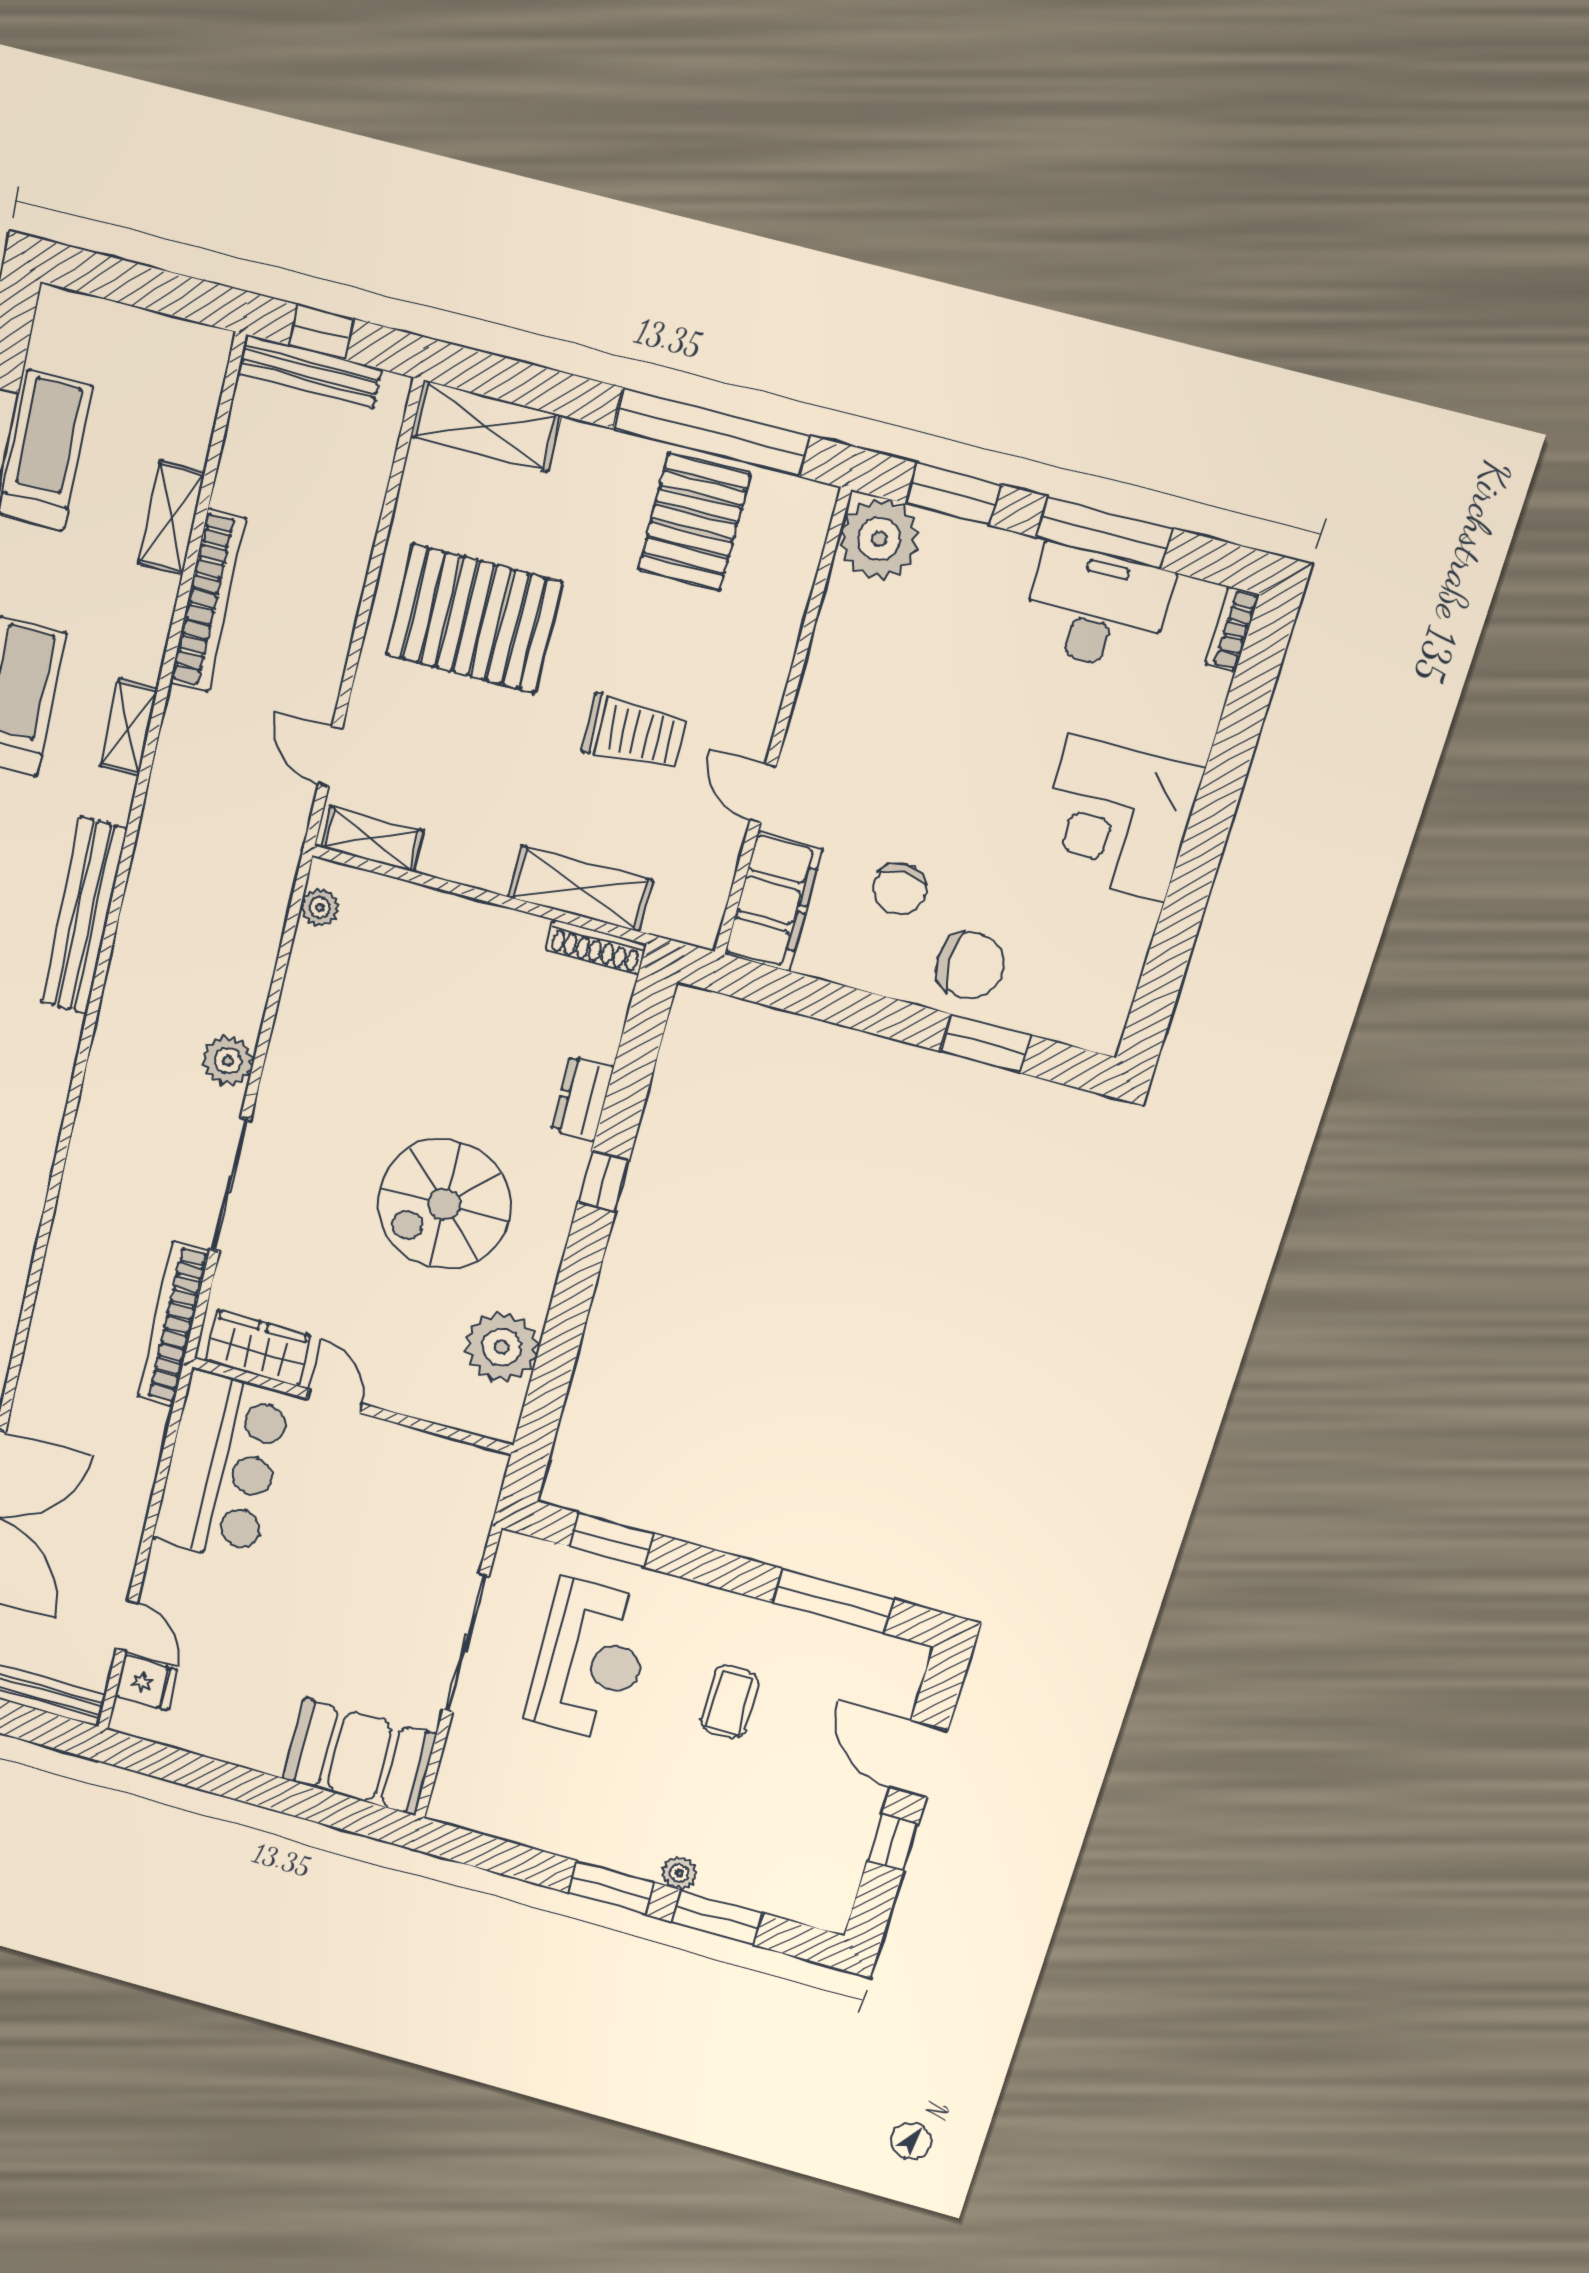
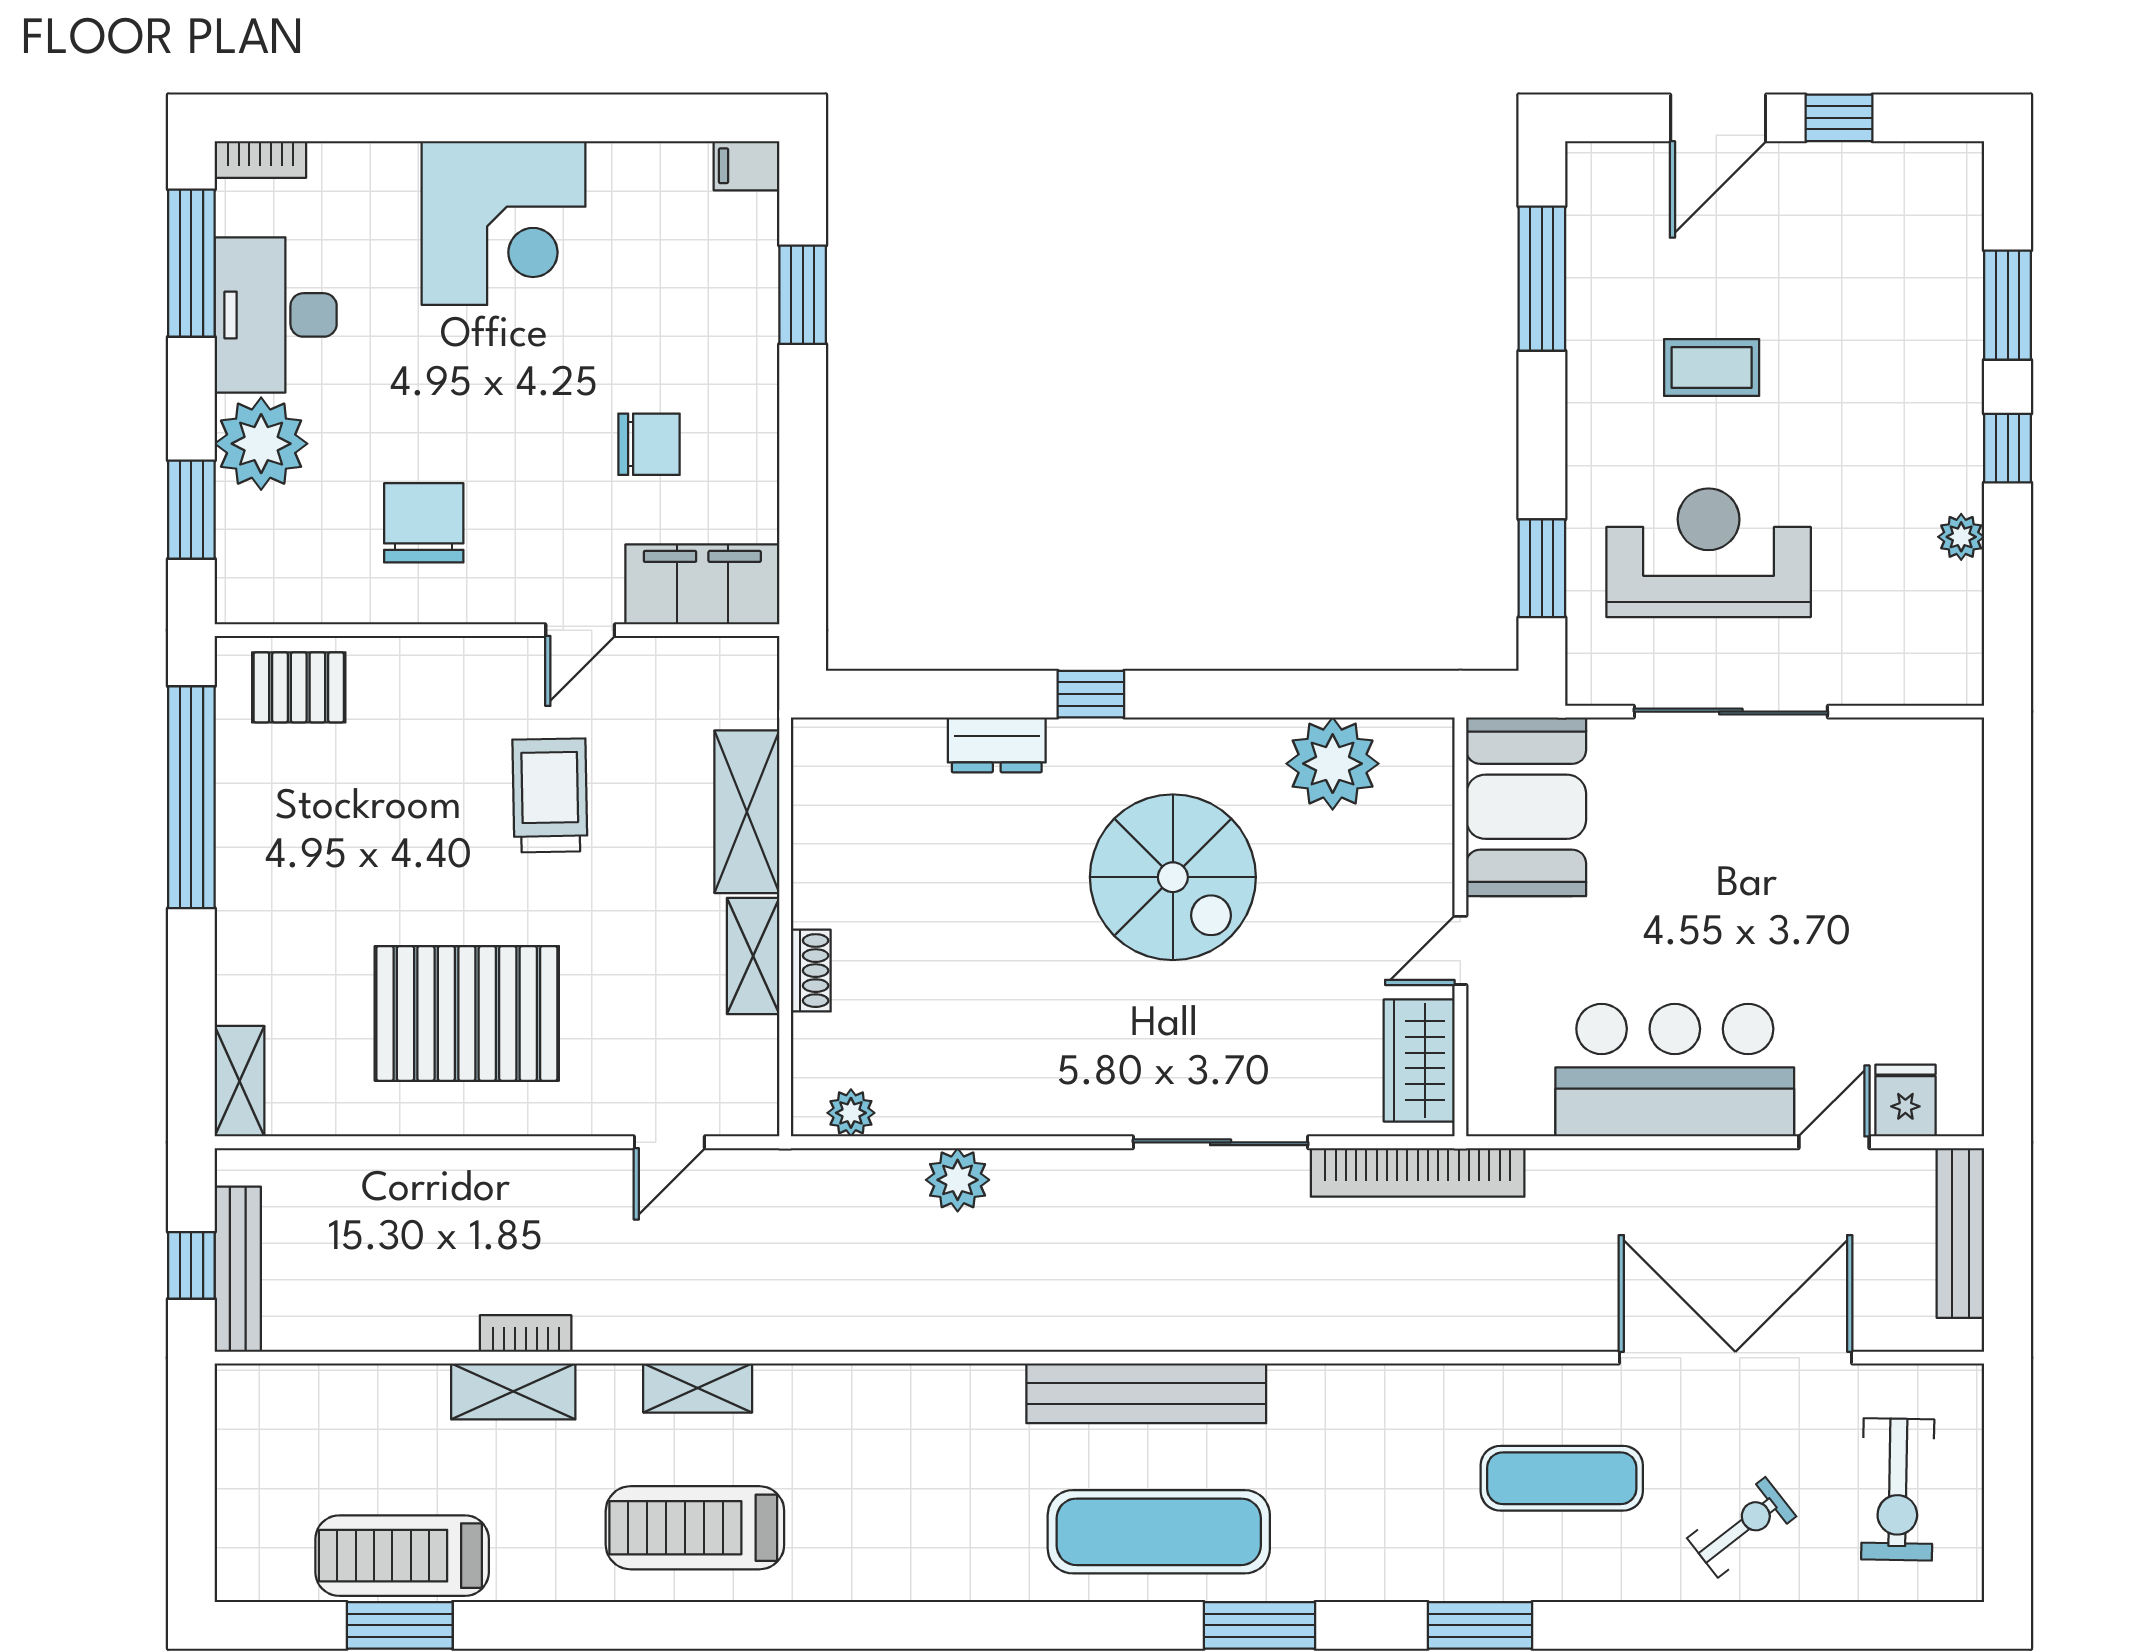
shelving: (486, 426) -> (240, 1081), width x0.67, depth x0.75
shelving: (172, 518) -> (513, 1391), moved
pallet: (694, 522) -> (299, 687), moved, width x0.67, depth x0.71
window: (1104, 533) -> (191, 263), moved
plant: (879, 539) -> (261, 444), moved
bookcase: (208, 601) -> (526, 1334), width x0.43, depth x0.76
pallet: (474, 618) -> (467, 1013), turned 90
shelving: (372, 839) -> (753, 956), moved
bench: (84, 916) -> (1146, 1393), moved
shoe rack: (596, 947) -> (811, 971), moved, width x0.70
chair: (970, 965) -> (424, 523), moved
filing cabinet: (1104, 1027) -> (746, 166), added
plant: (228, 1061) -> (958, 1180), moved
bar counter: (222, 1468) -> (1675, 1070), moved
booth: (360, 1757) -> (1526, 807), moved
plant: (679, 1873) -> (1961, 537), moved
window: (611, 1888) -> (2008, 448), width x0.67

